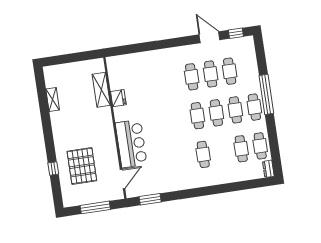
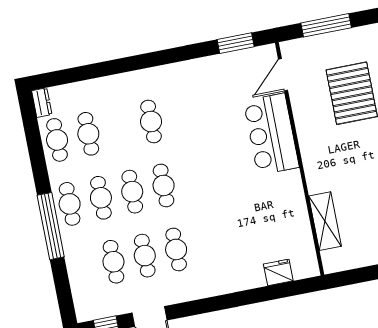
fridge: (118, 98) -> (278, 272), moved, turned 90

